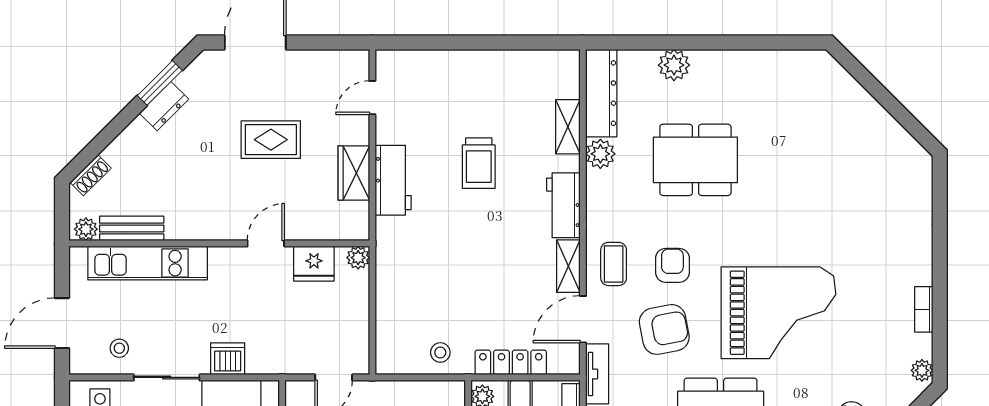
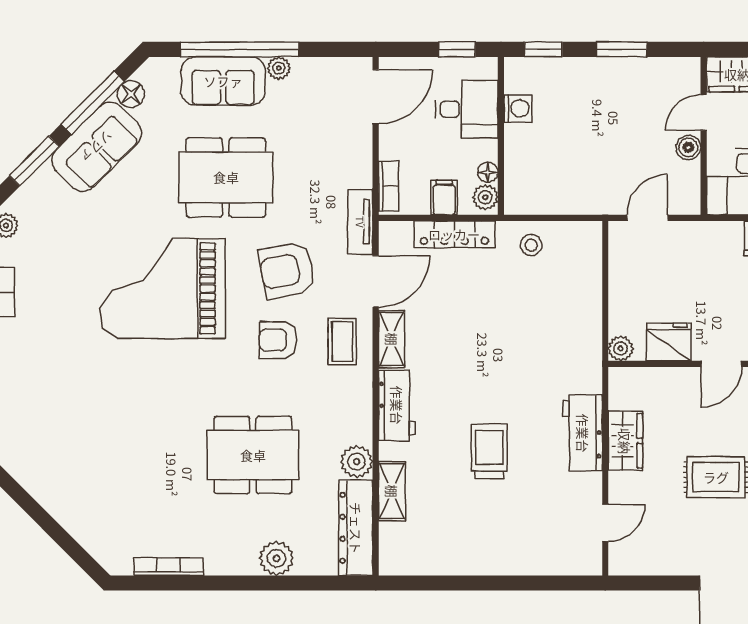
bookcase: (773, 57) -> (169, 567), added
armchair: (672, 265) -> (278, 340), turned 90

